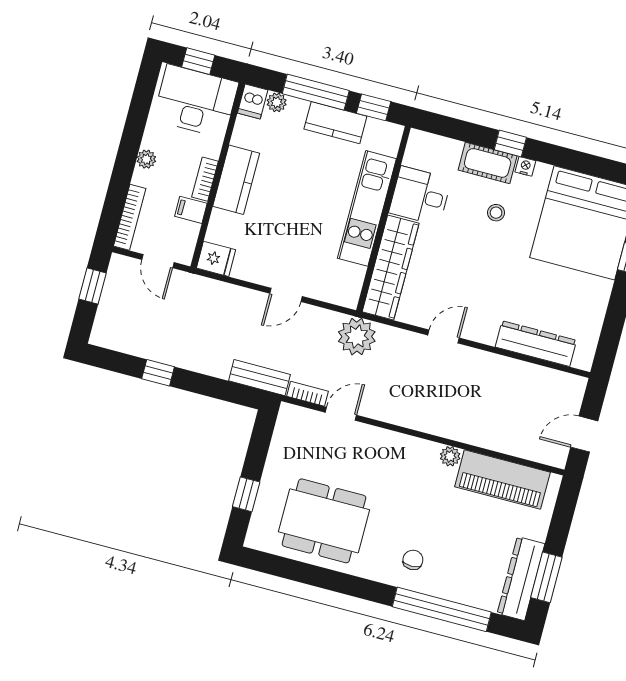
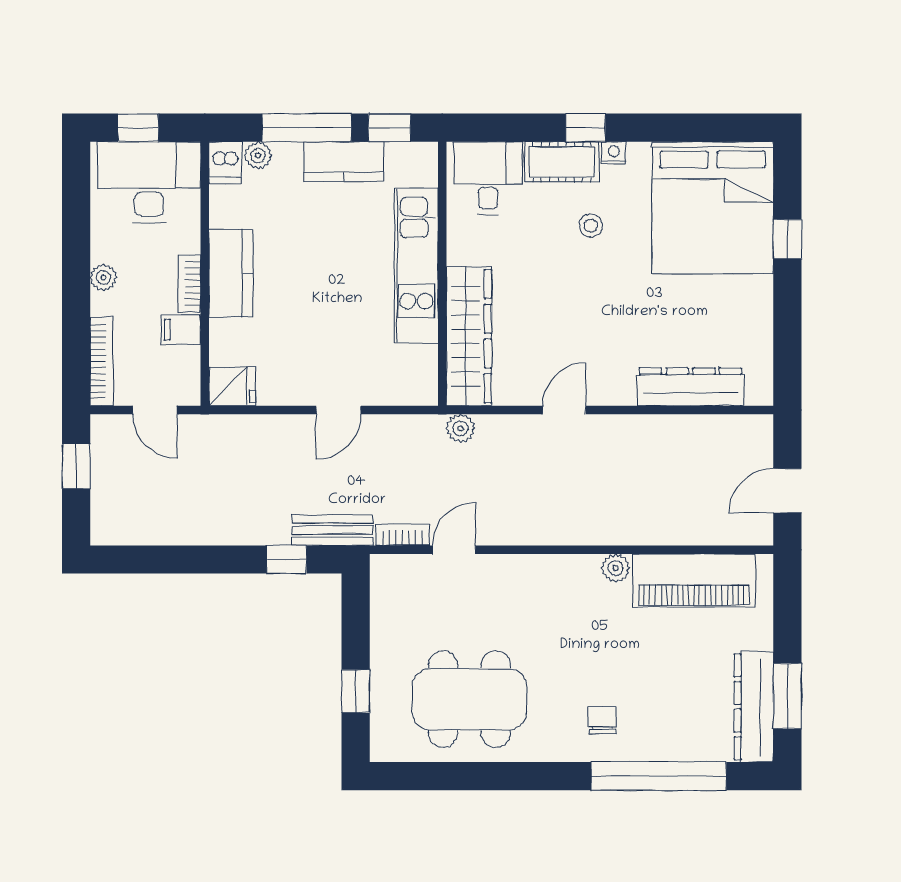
desk: (420, 196) -> (488, 178), moved, turned 90
plant: (357, 337) -> (460, 428), width x0.53, depth x0.53
window: (158, 373) -> (287, 559), moved

